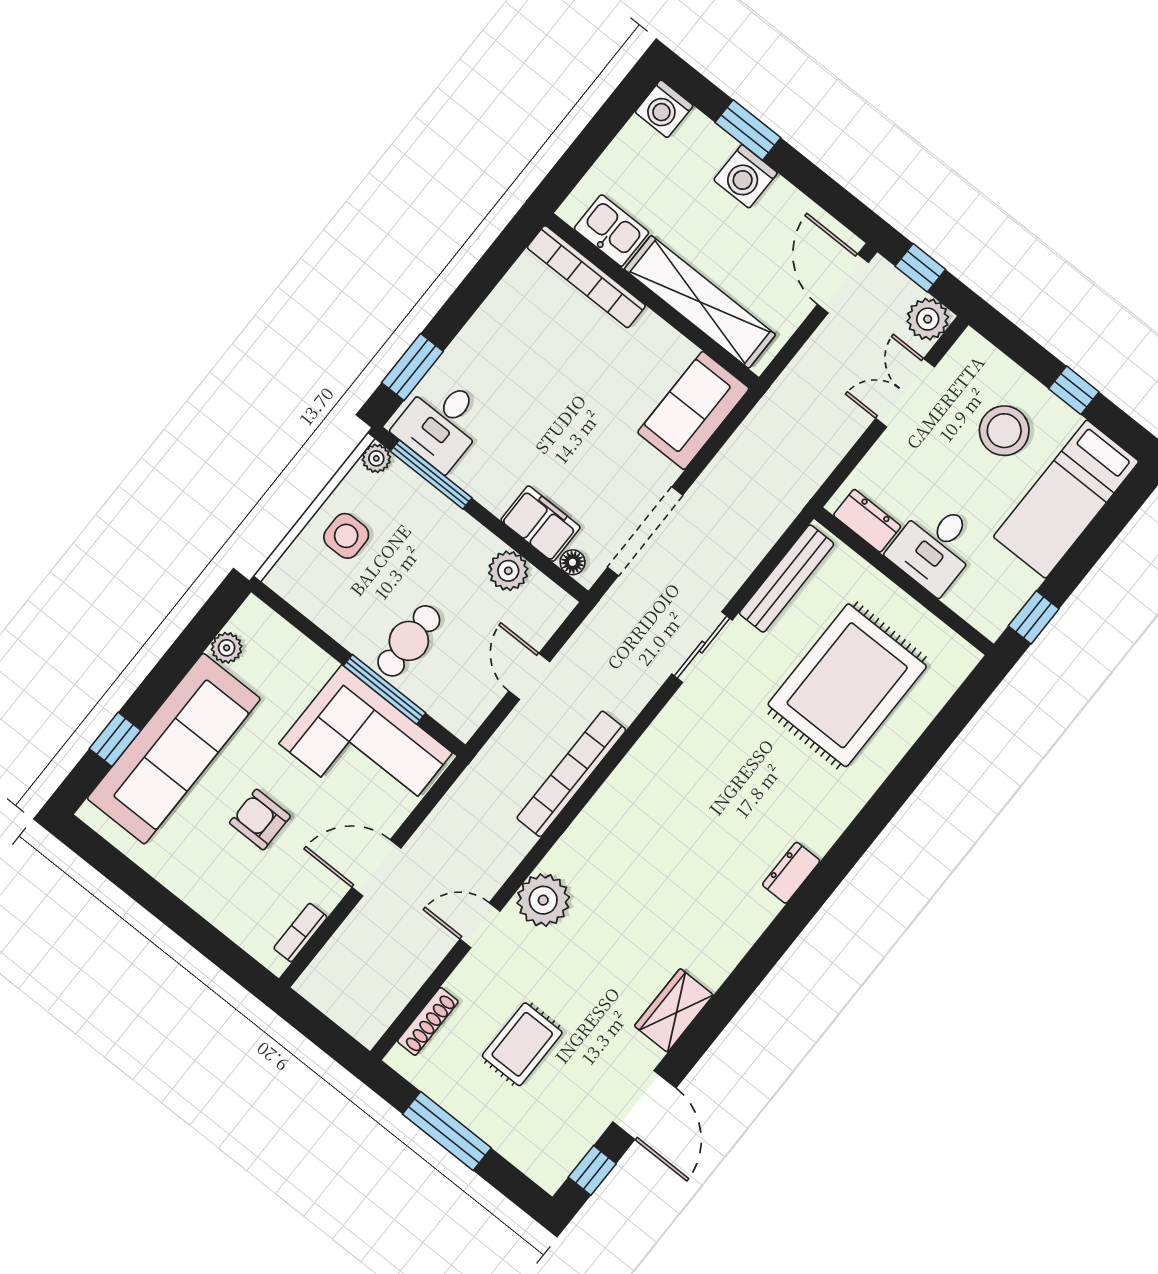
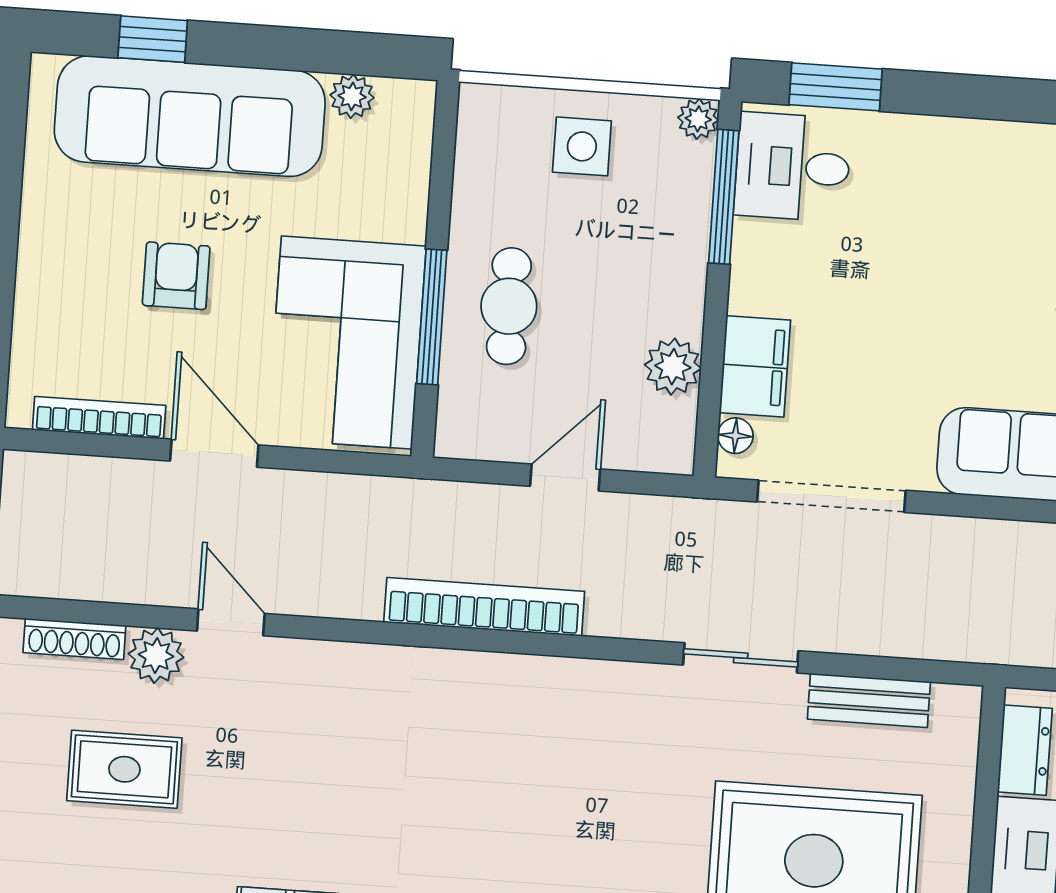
bench: (787, 579) -> (869, 700), width x0.73
cafe table: (409, 641) -> (509, 306), turned 90
plant: (543, 900) -> (156, 655), moved, width x0.73, depth x0.73
bookcase: (300, 933) -> (99, 418), width x1.56

